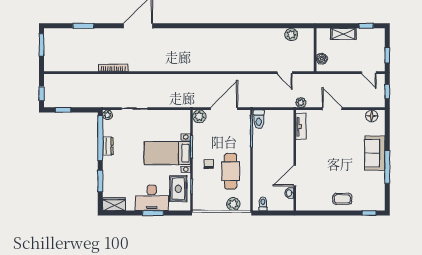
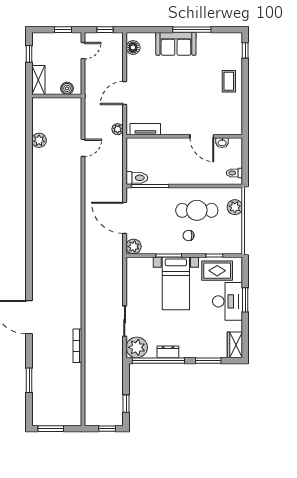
wall: (315, 50) -> (57, 96), moved
boiler: (322, 59) -> (67, 88), moved
plant: (108, 115) -> (137, 347), width x1.88, depth x1.88

